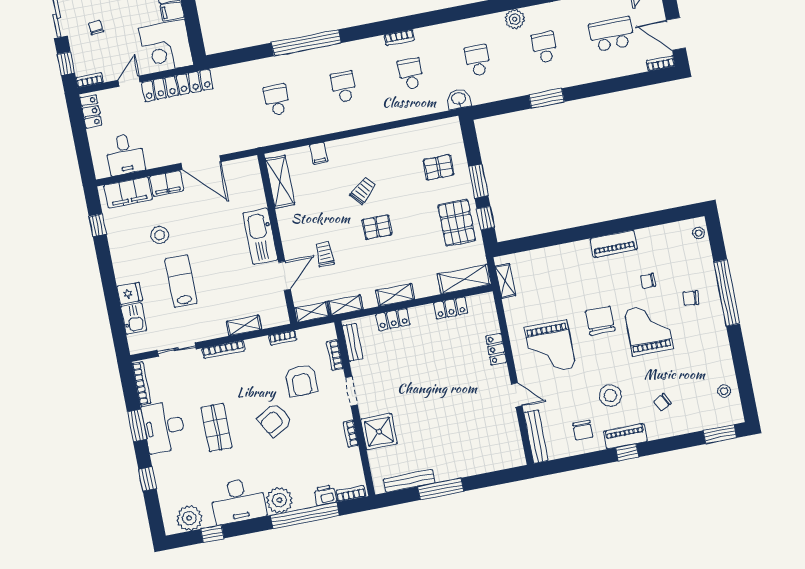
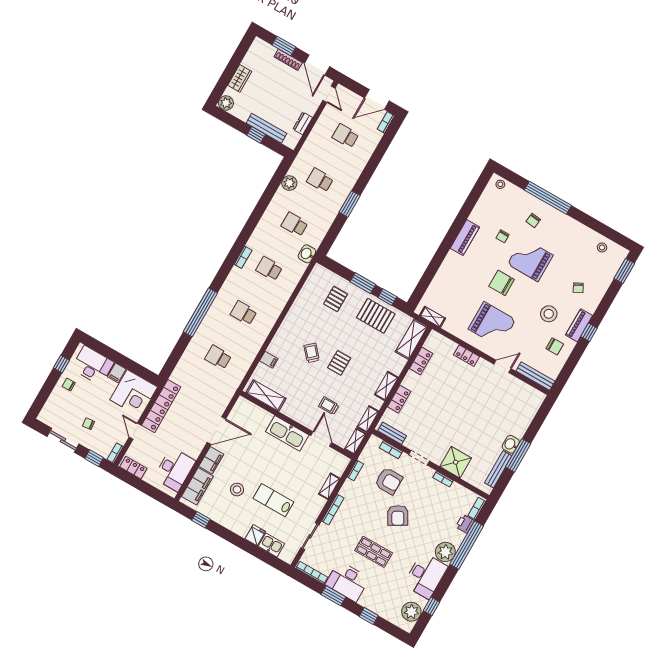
school desk: (612, 34) -> (345, 136), width x0.54
desk: (125, 154) -> (174, 469), width x1.37
washbasin: (445, 472) -> (511, 444), added

